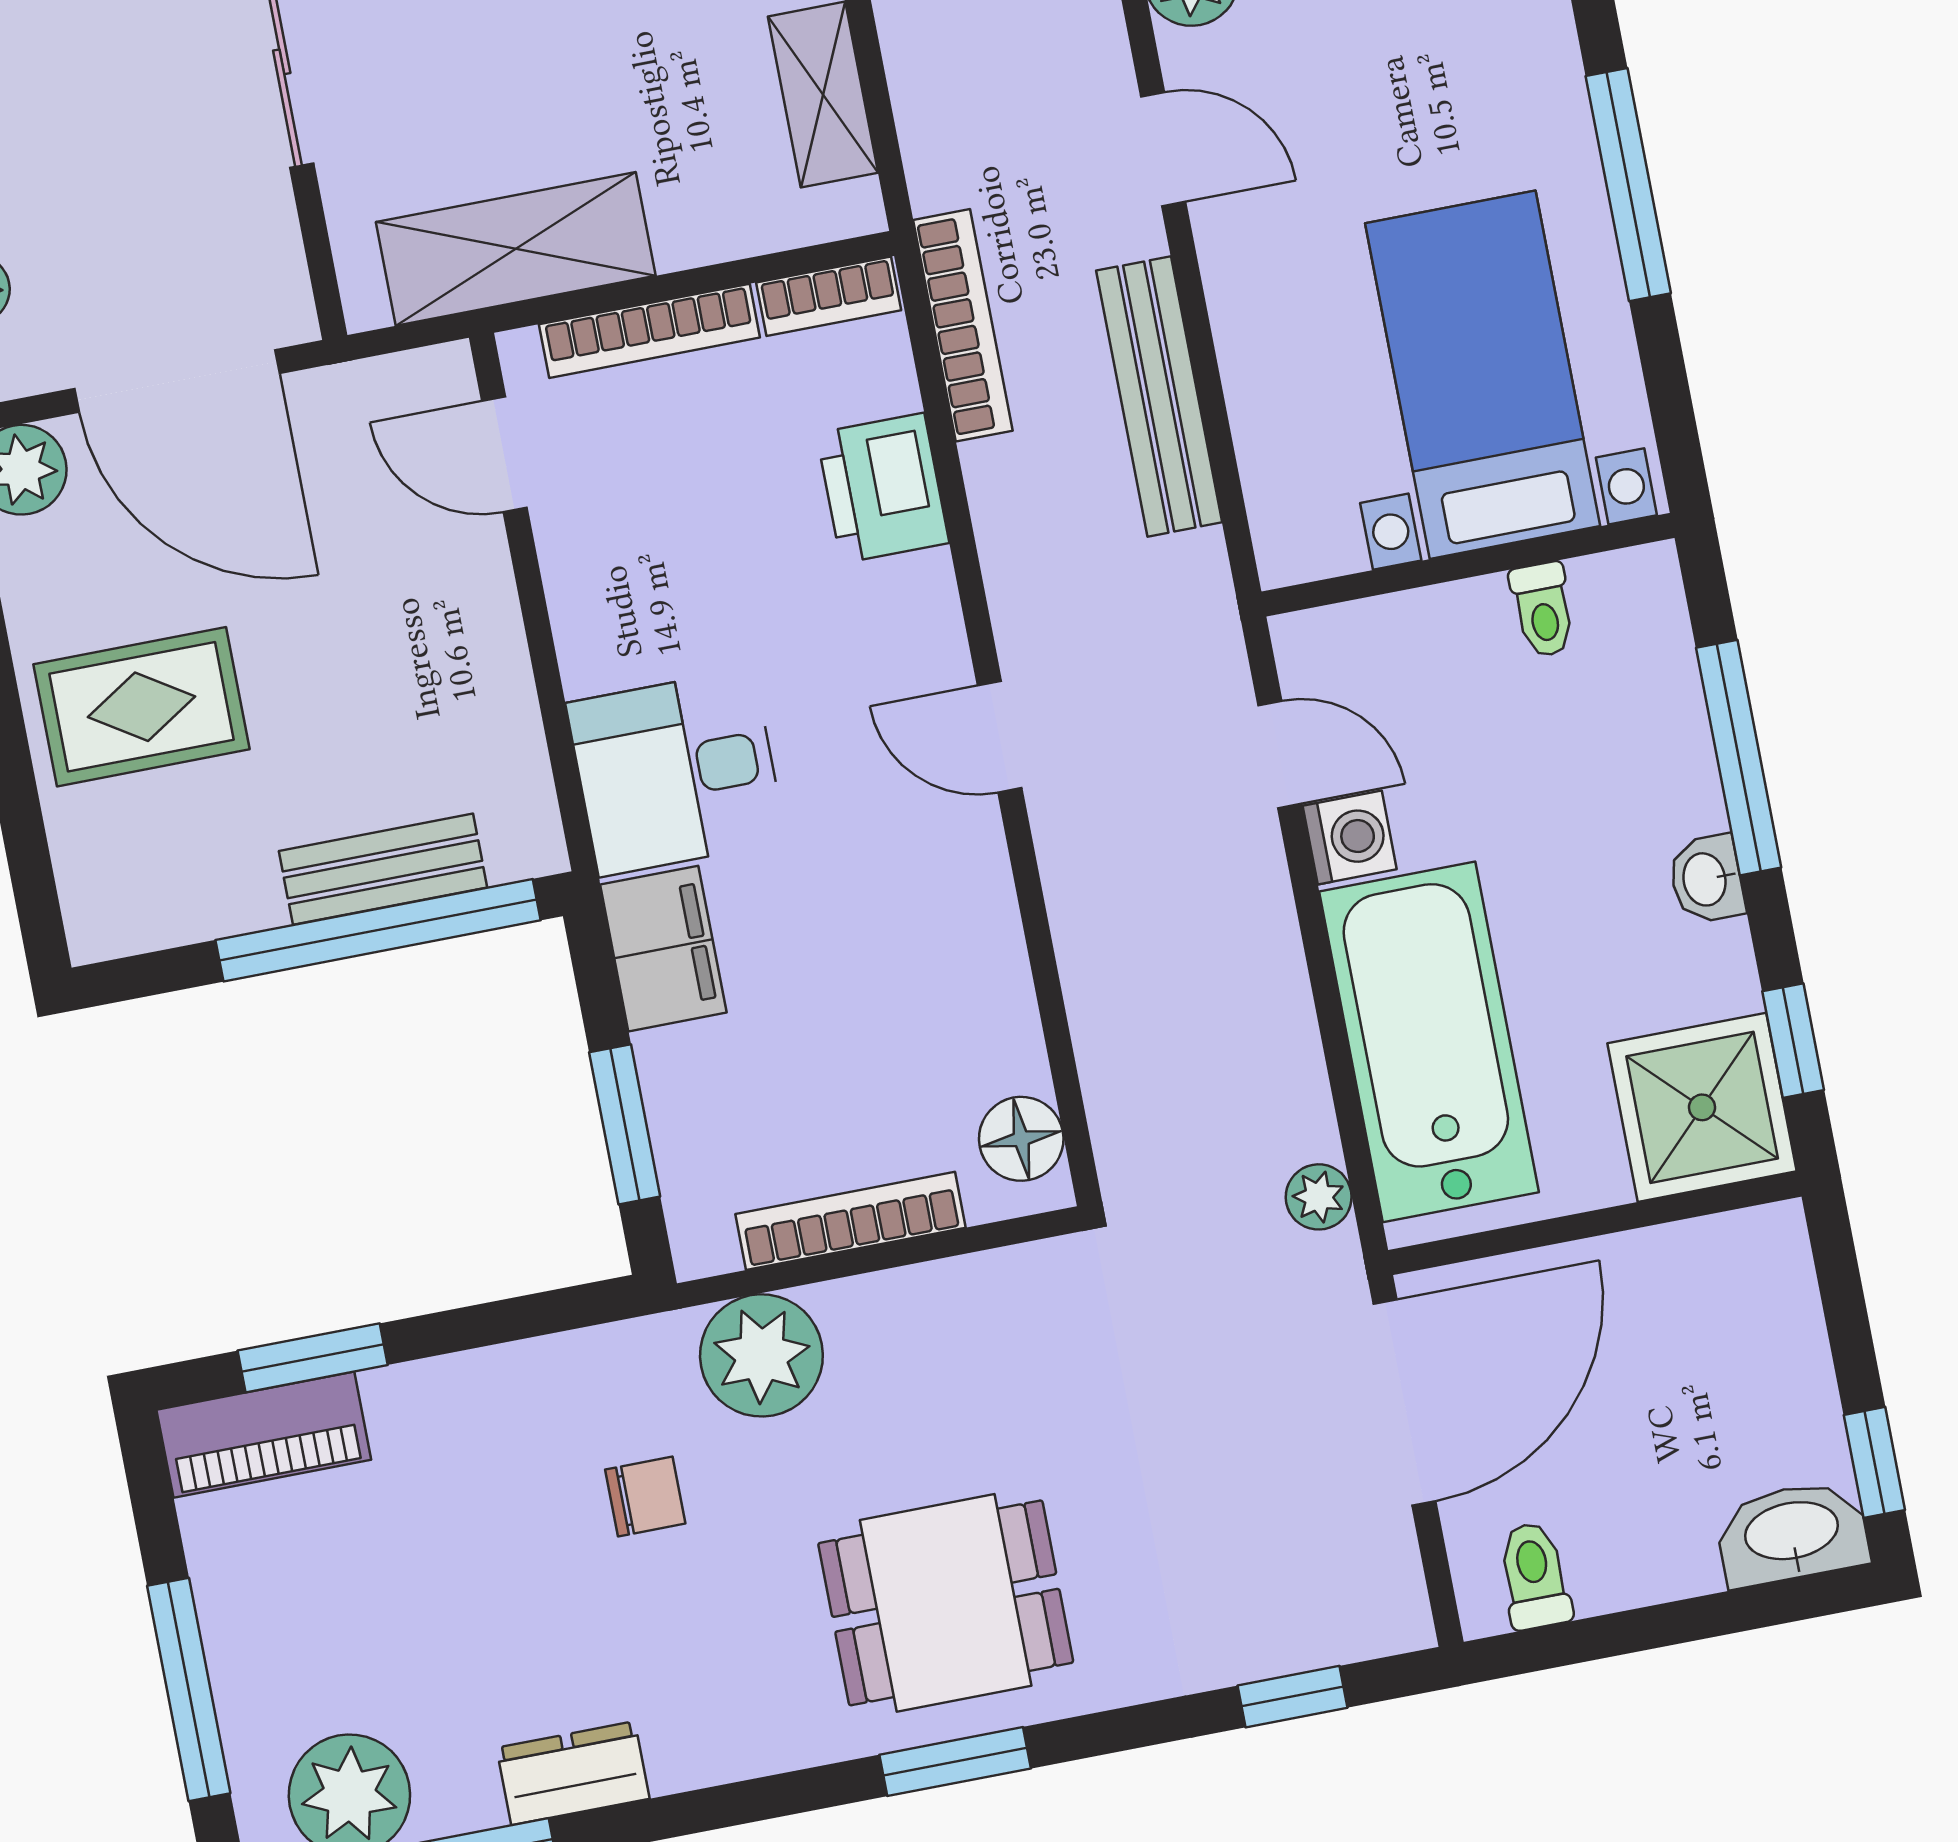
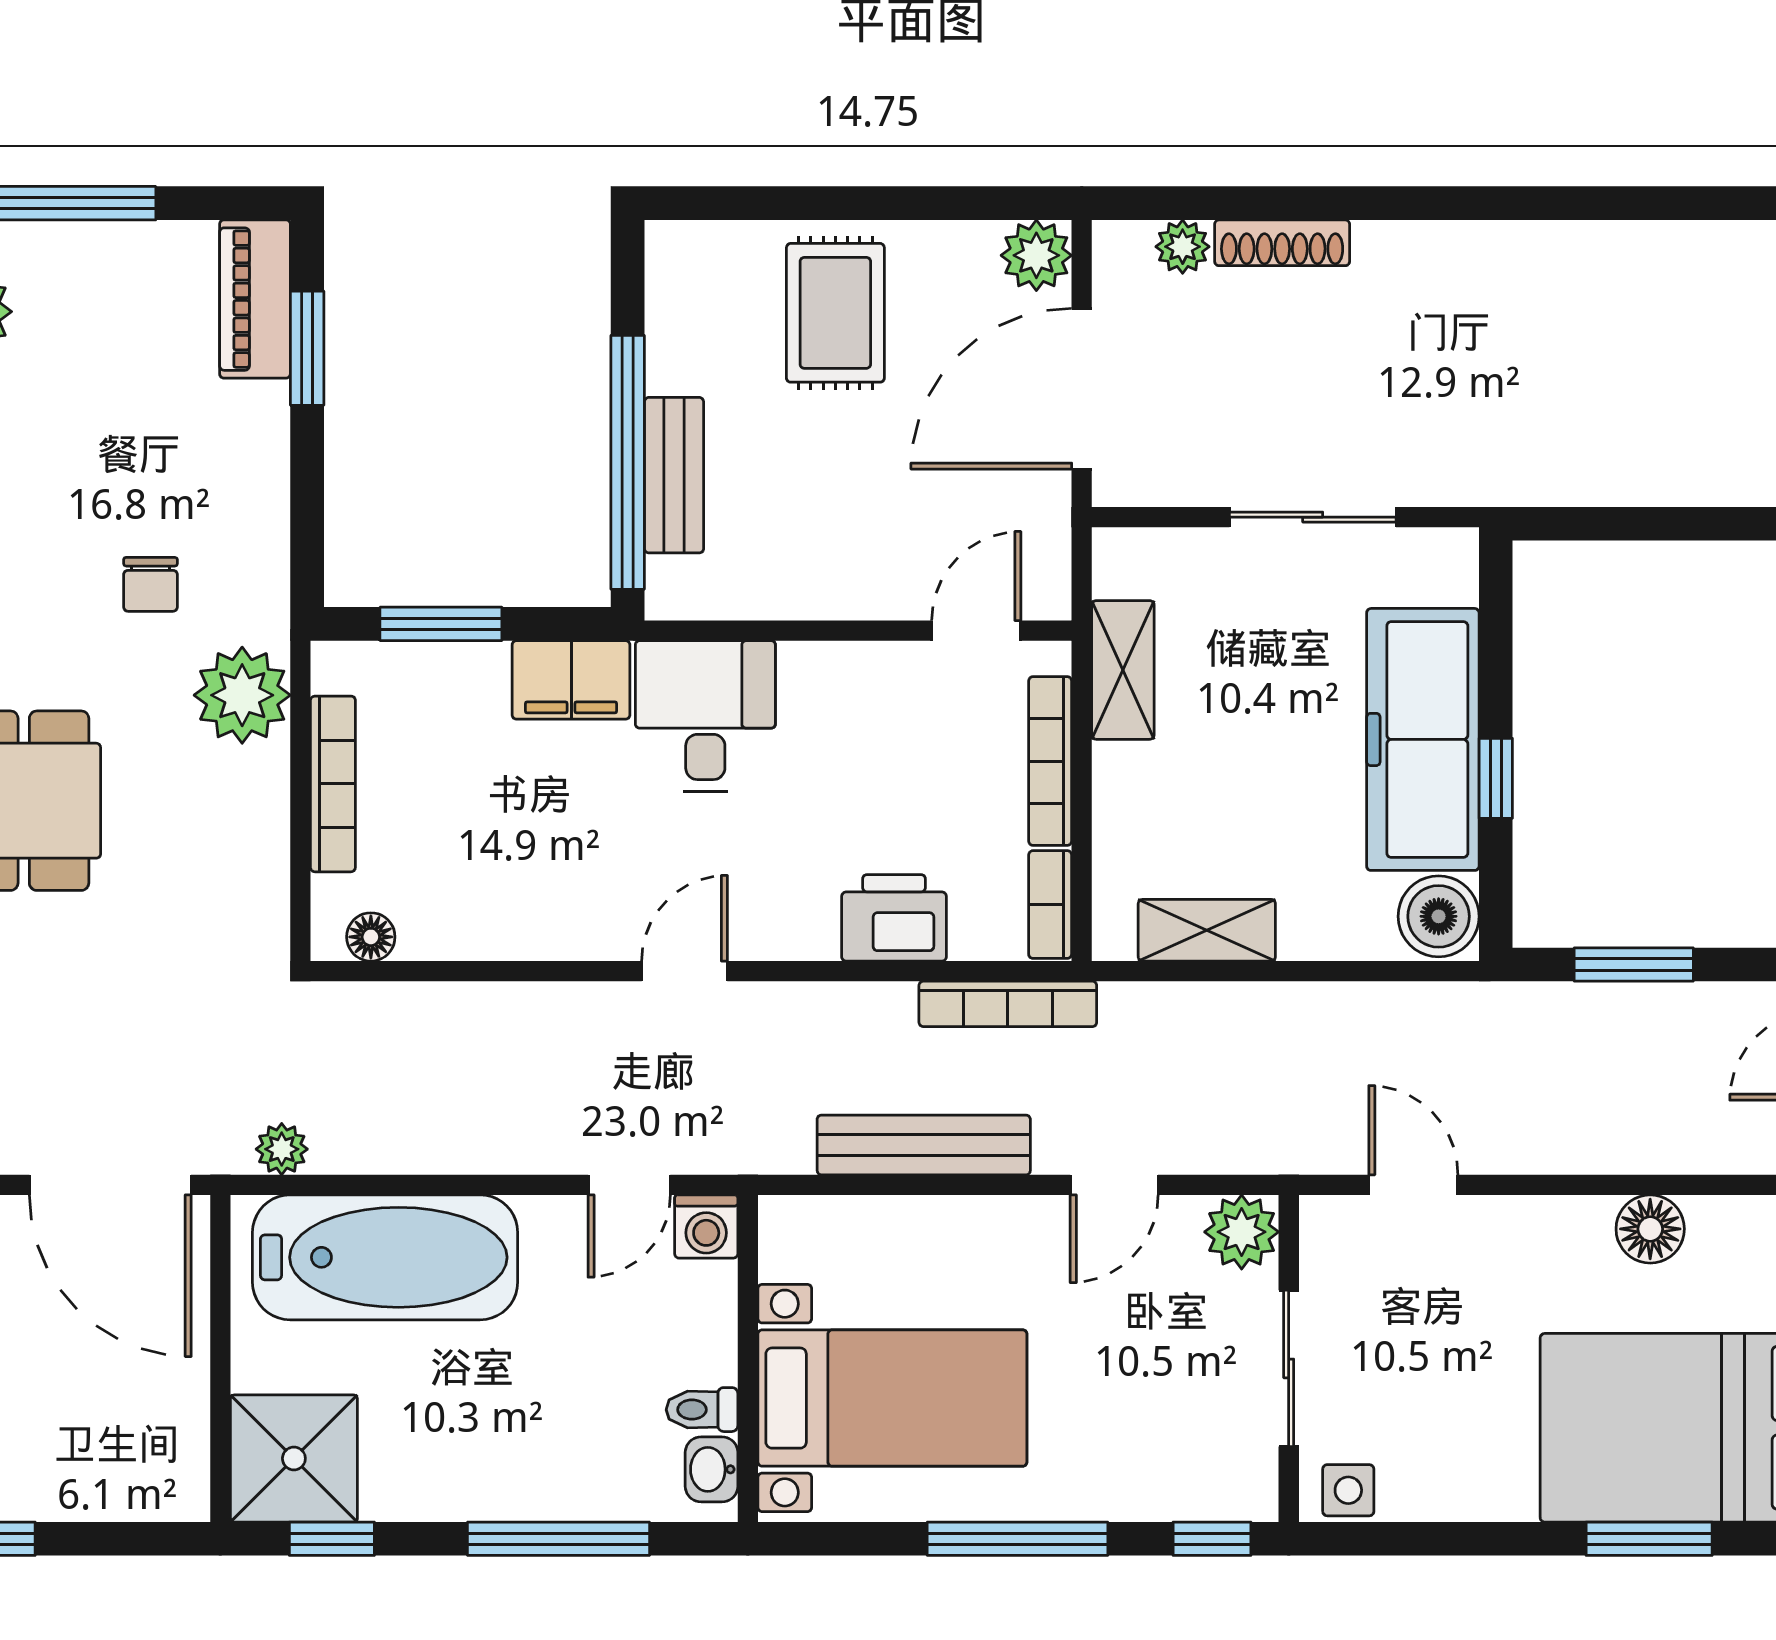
shelving: (516, 249) -> (1123, 670), width x0.67, depth x0.75
washing machine: (1350, 838) -> (706, 1226), moved
washbasin: (1706, 879) -> (712, 1469), moved, turned -90
floor lamp: (1021, 1139) -> (371, 937), width x0.73, depth x0.73

